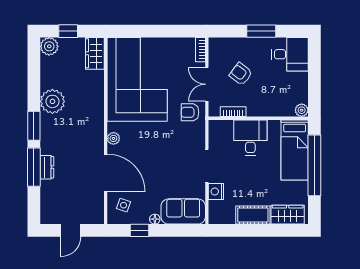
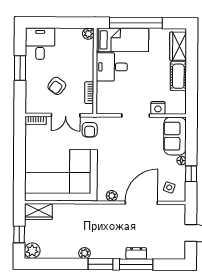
plant: (52, 101) -> (85, 253), width x0.53, depth x0.53
desk: (250, 138) -> (112, 67), moved

